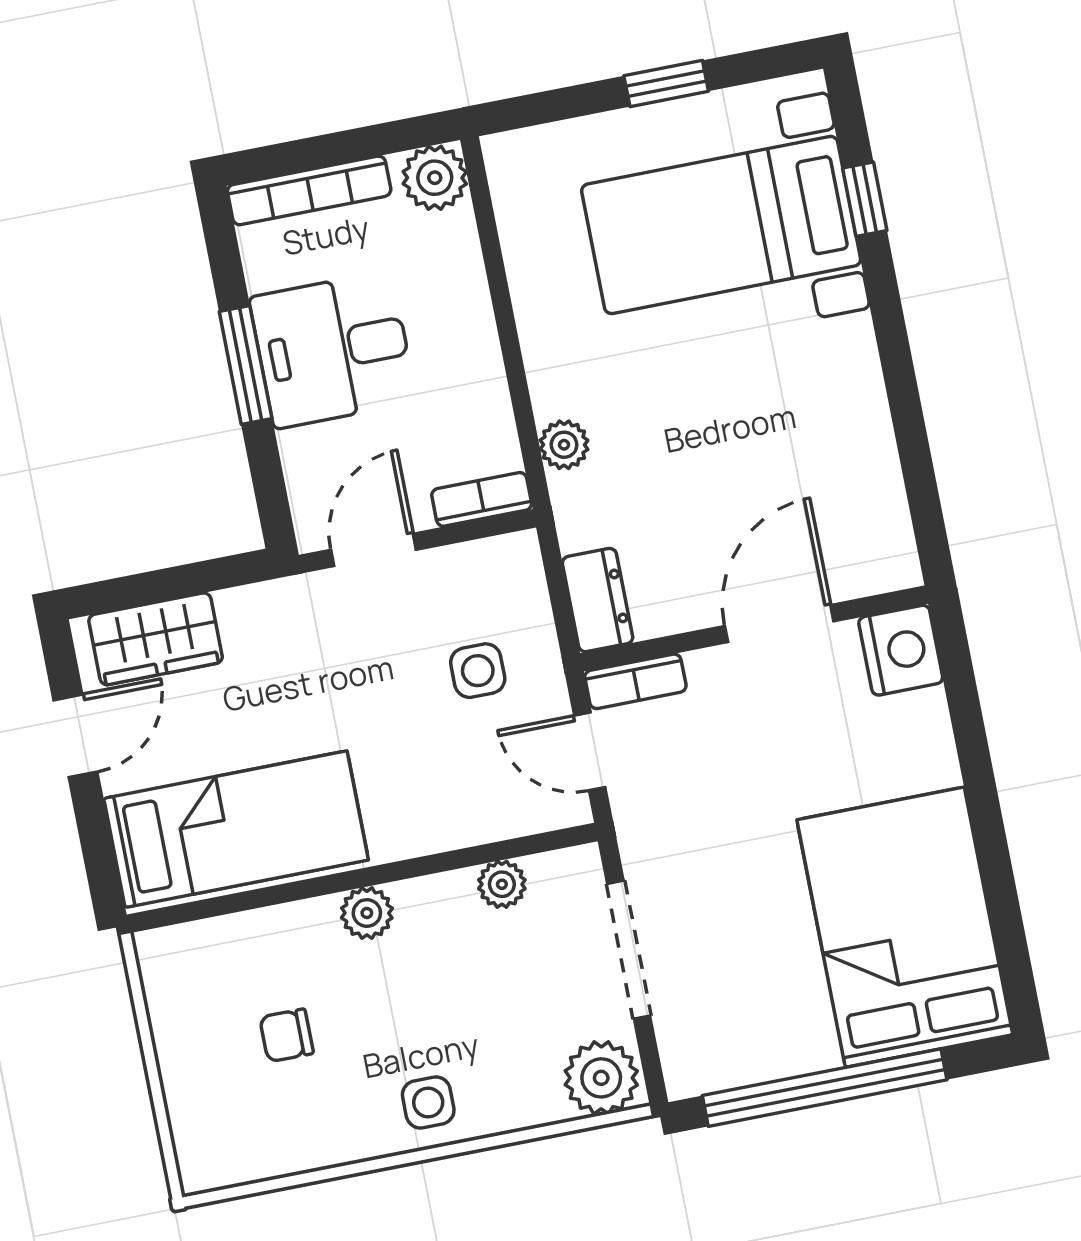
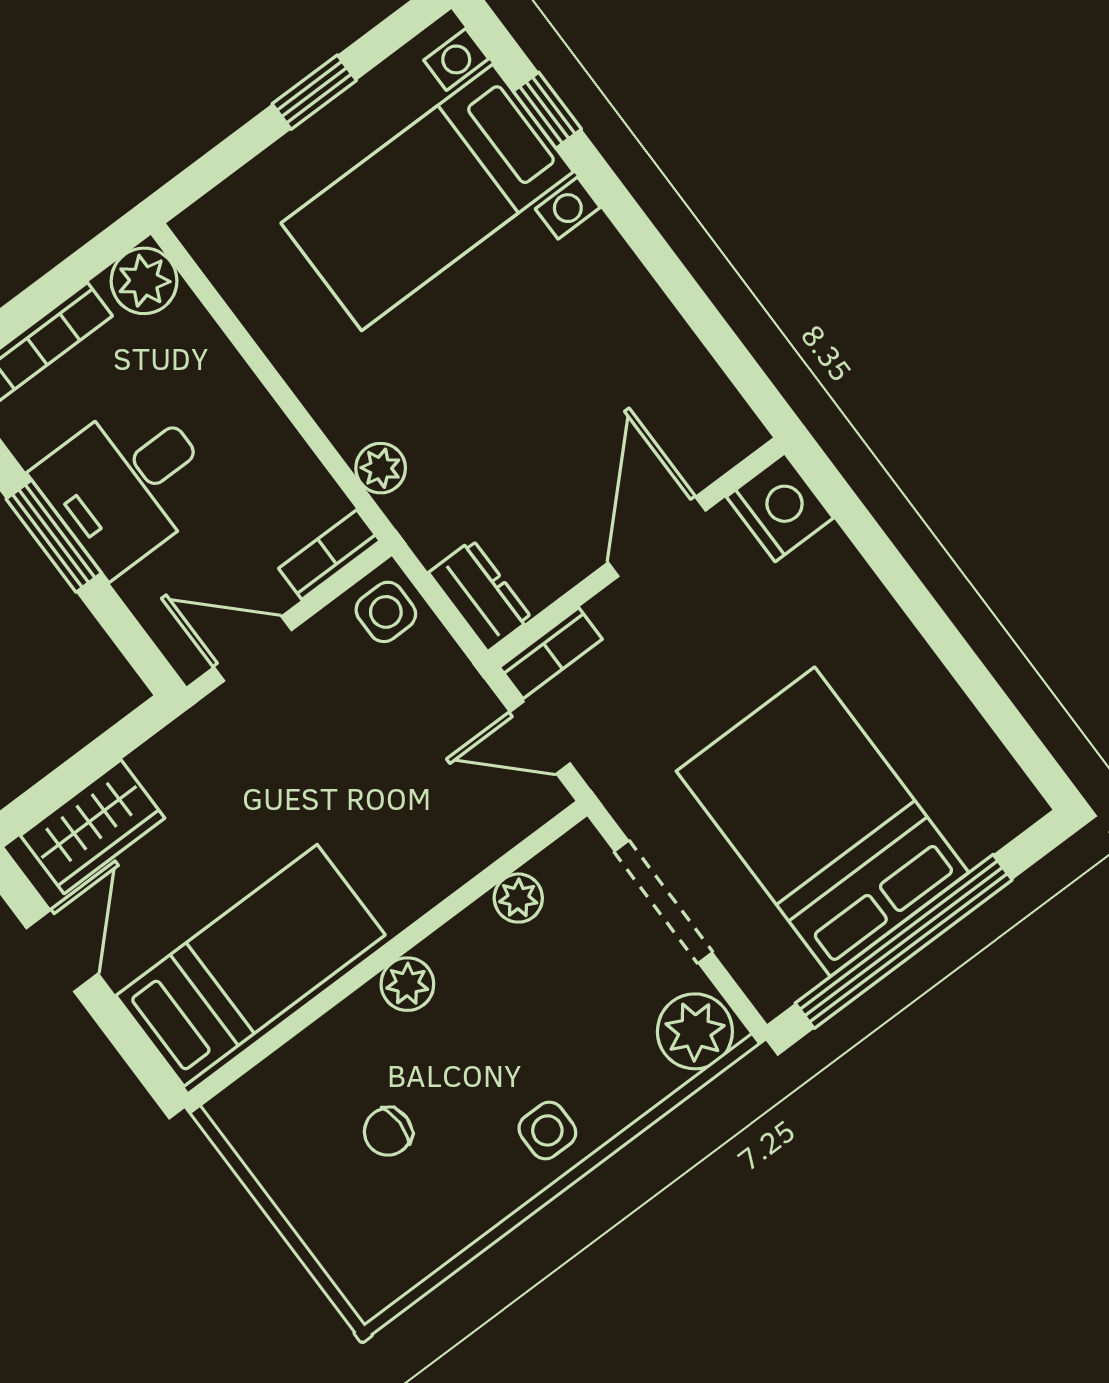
door: (374, 550) -> (253, 649), hinge flipped
side table: (478, 671) -> (386, 612), moved
bed: (905, 927) -> (823, 822), moved

